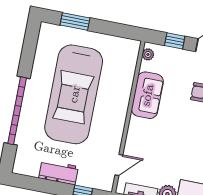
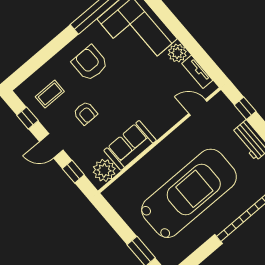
plant: (148, 54) -> (104, 170), width x1.87, depth x1.87

